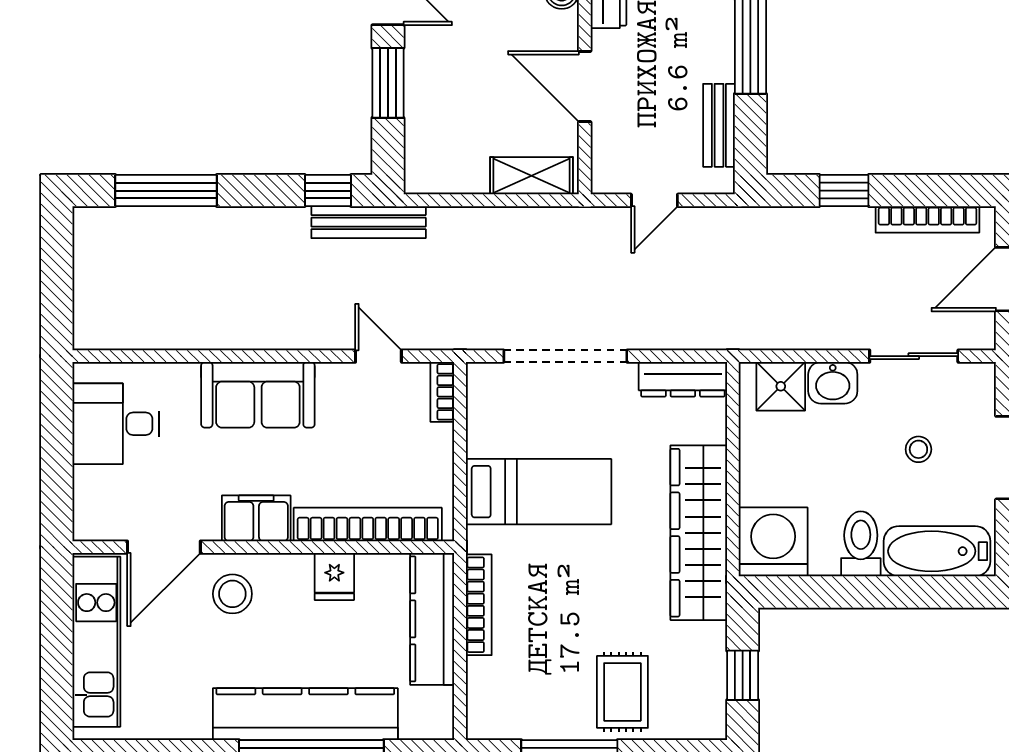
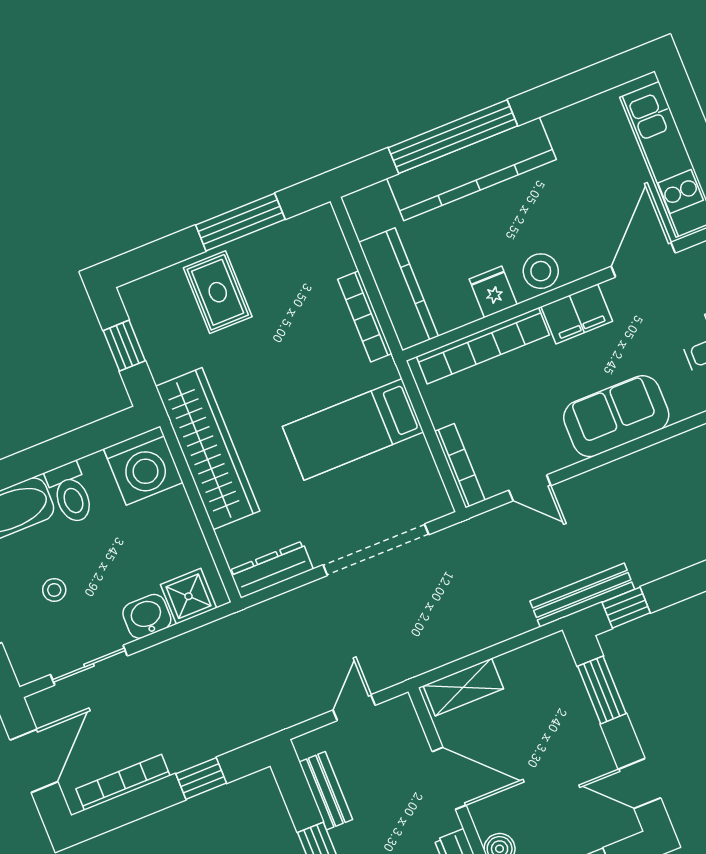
window: (388, 83) -> (602, 690), moved
bookcase: (442, 392) -> (460, 466), width x1.56
stool: (232, 594) -> (541, 271), moved

